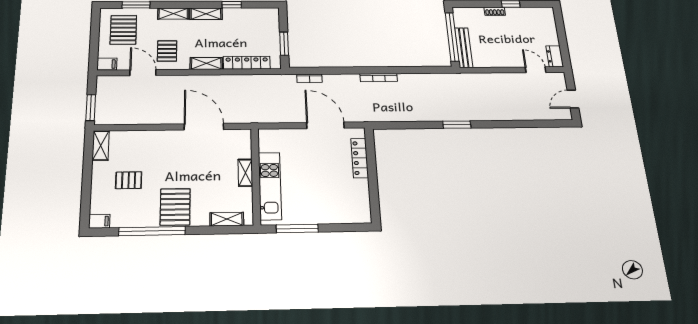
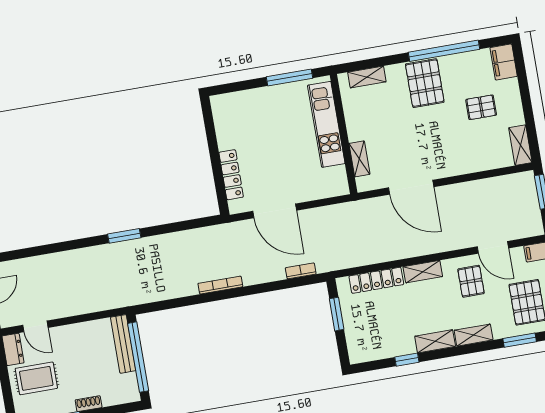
rug: (536, 34) -> (36, 378), added
shelving: (245, 173) -> (359, 159), moved
filing cabinet: (99, 221) -> (504, 62), width x2.00

